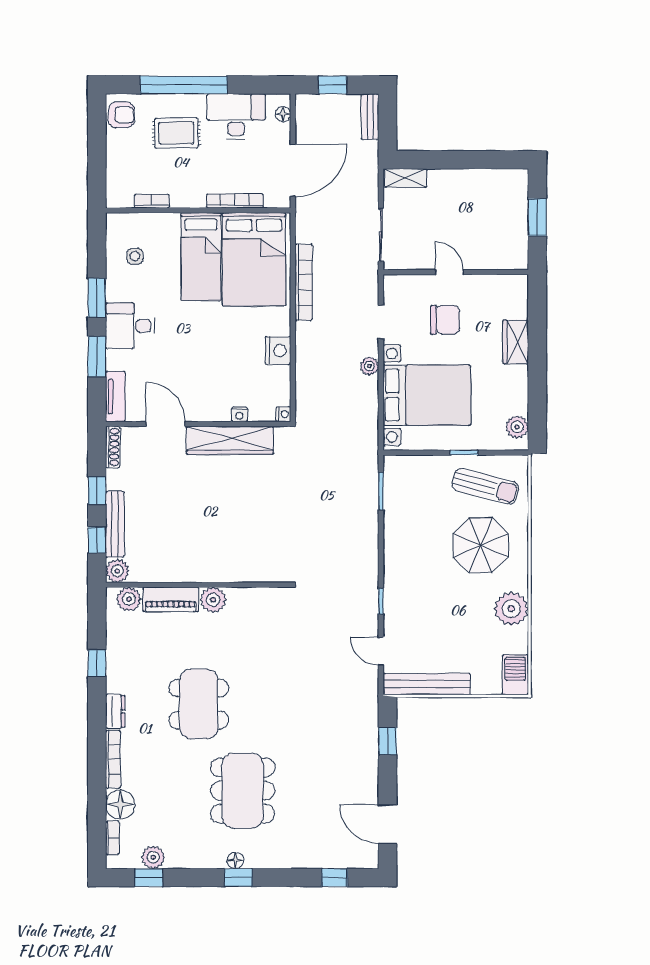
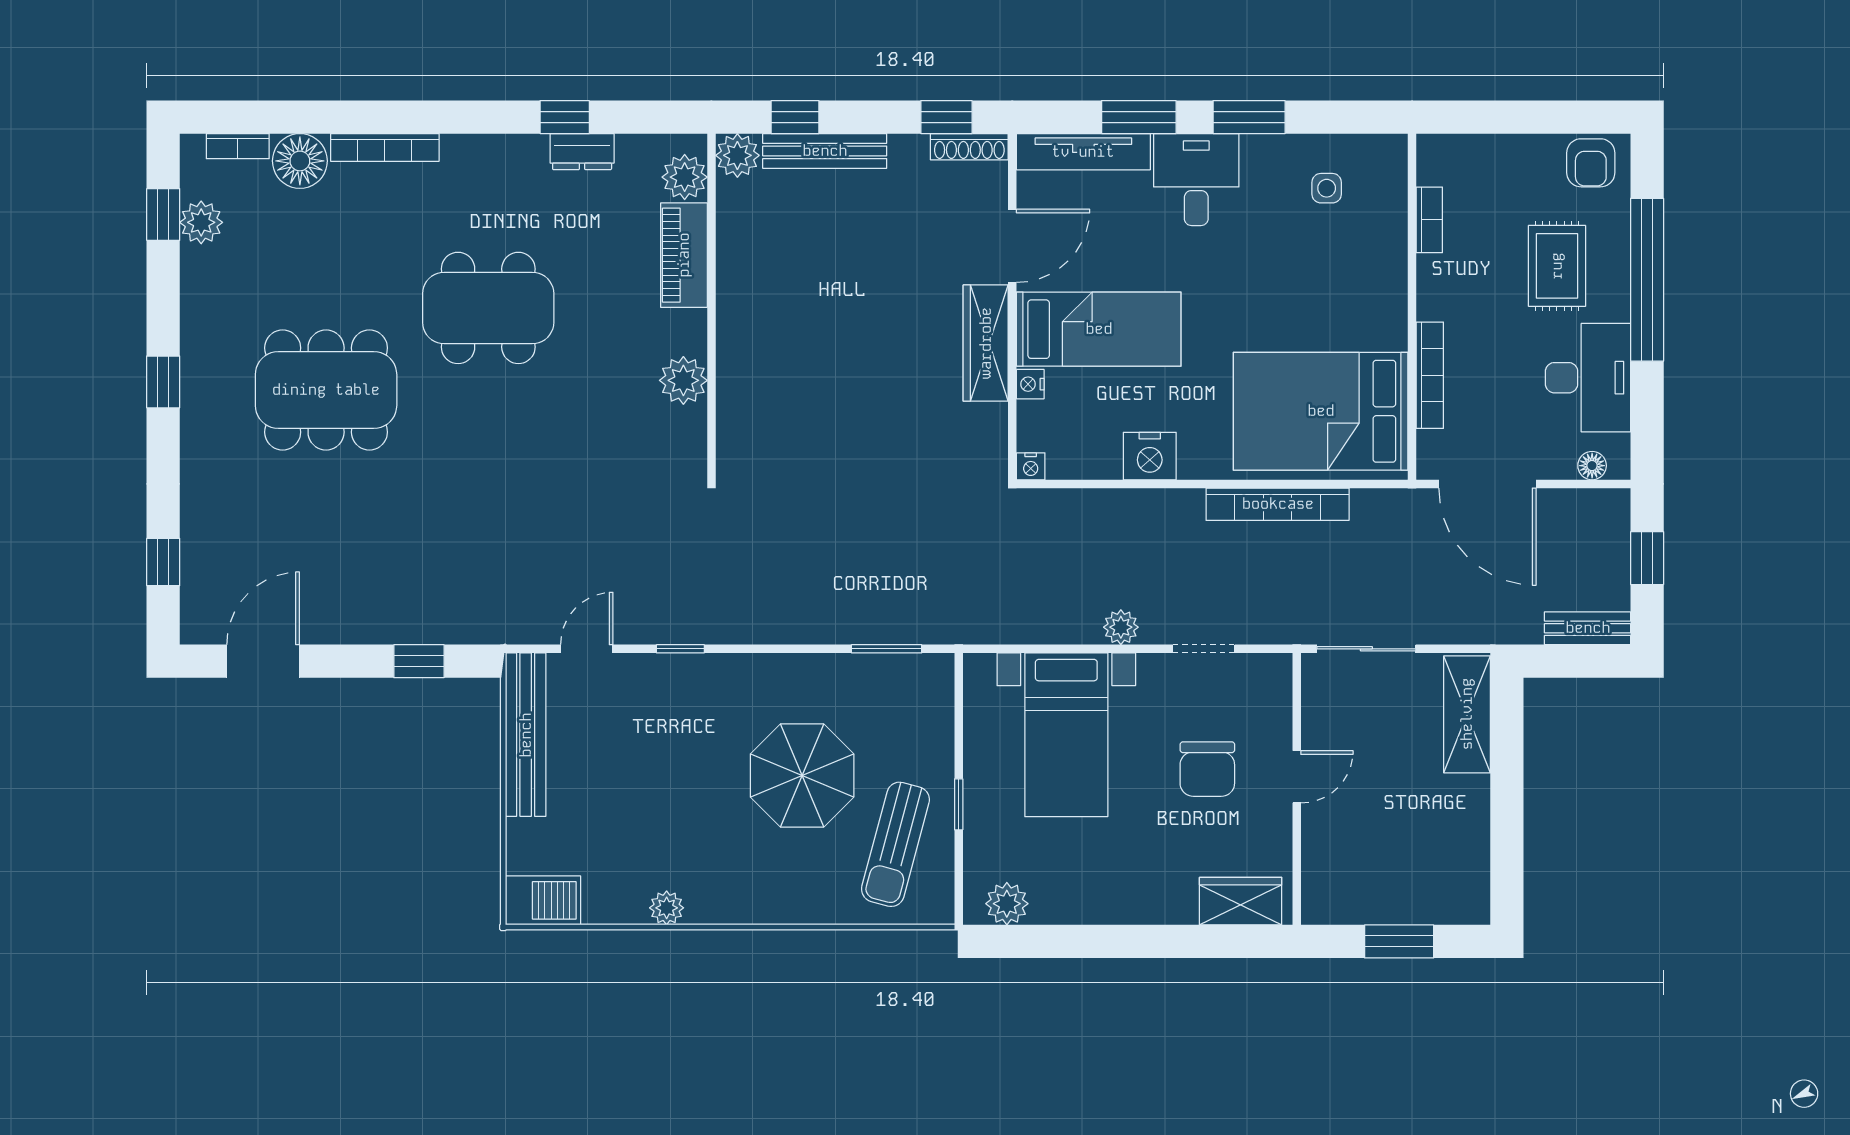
shelving: (406, 178) -> (1467, 714), width x1.50, depth x1.33
bed: (201, 257) -> (1099, 329), moved, turned 180
wardrobe: (516, 342) -> (1241, 901), moved
bed with nightstands: (427, 395) -> (1066, 735), width x0.73
tv unit: (115, 396) -> (1083, 152), width x1.41
wardrobe: (230, 440) -> (986, 343), width x0.71, depth x0.85
window: (97, 490) -> (946, 117), moved
parasol: (481, 545) -> (802, 776), moved
plant: (213, 600) -> (683, 380), moved
plant: (511, 609) -> (667, 908), width x0.53, depth x0.53
dresser: (115, 711) -> (582, 152), moved
floor lamp: (235, 861) -> (195, 376), removed

